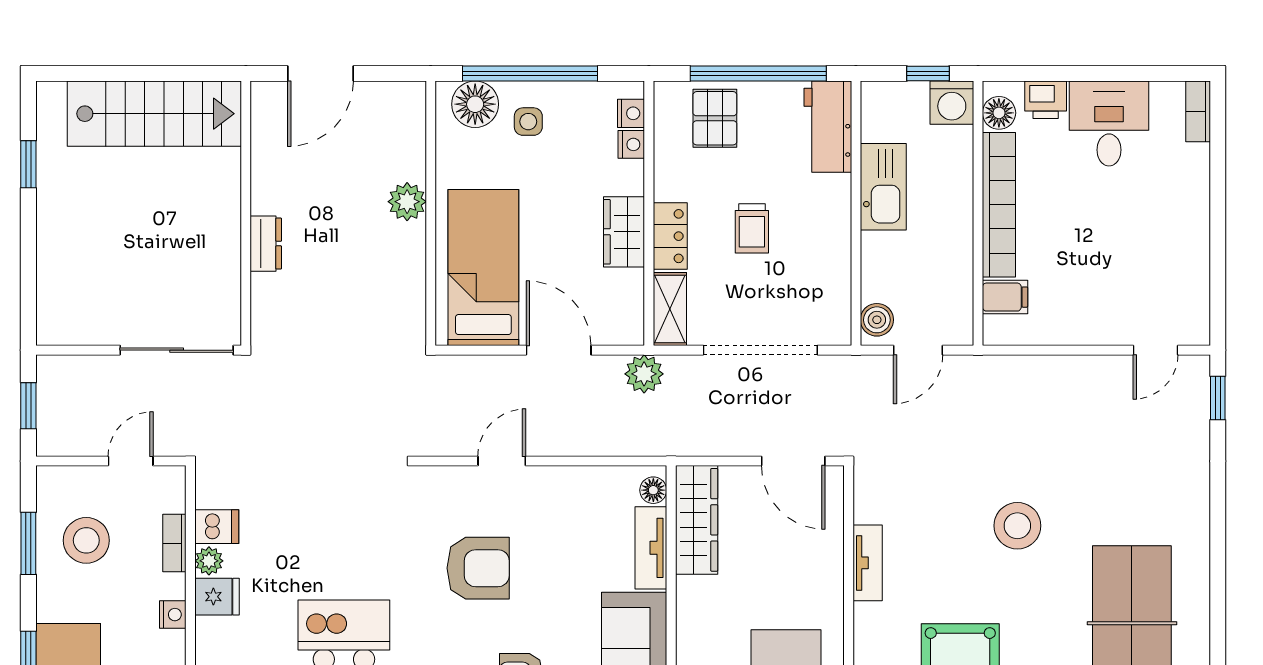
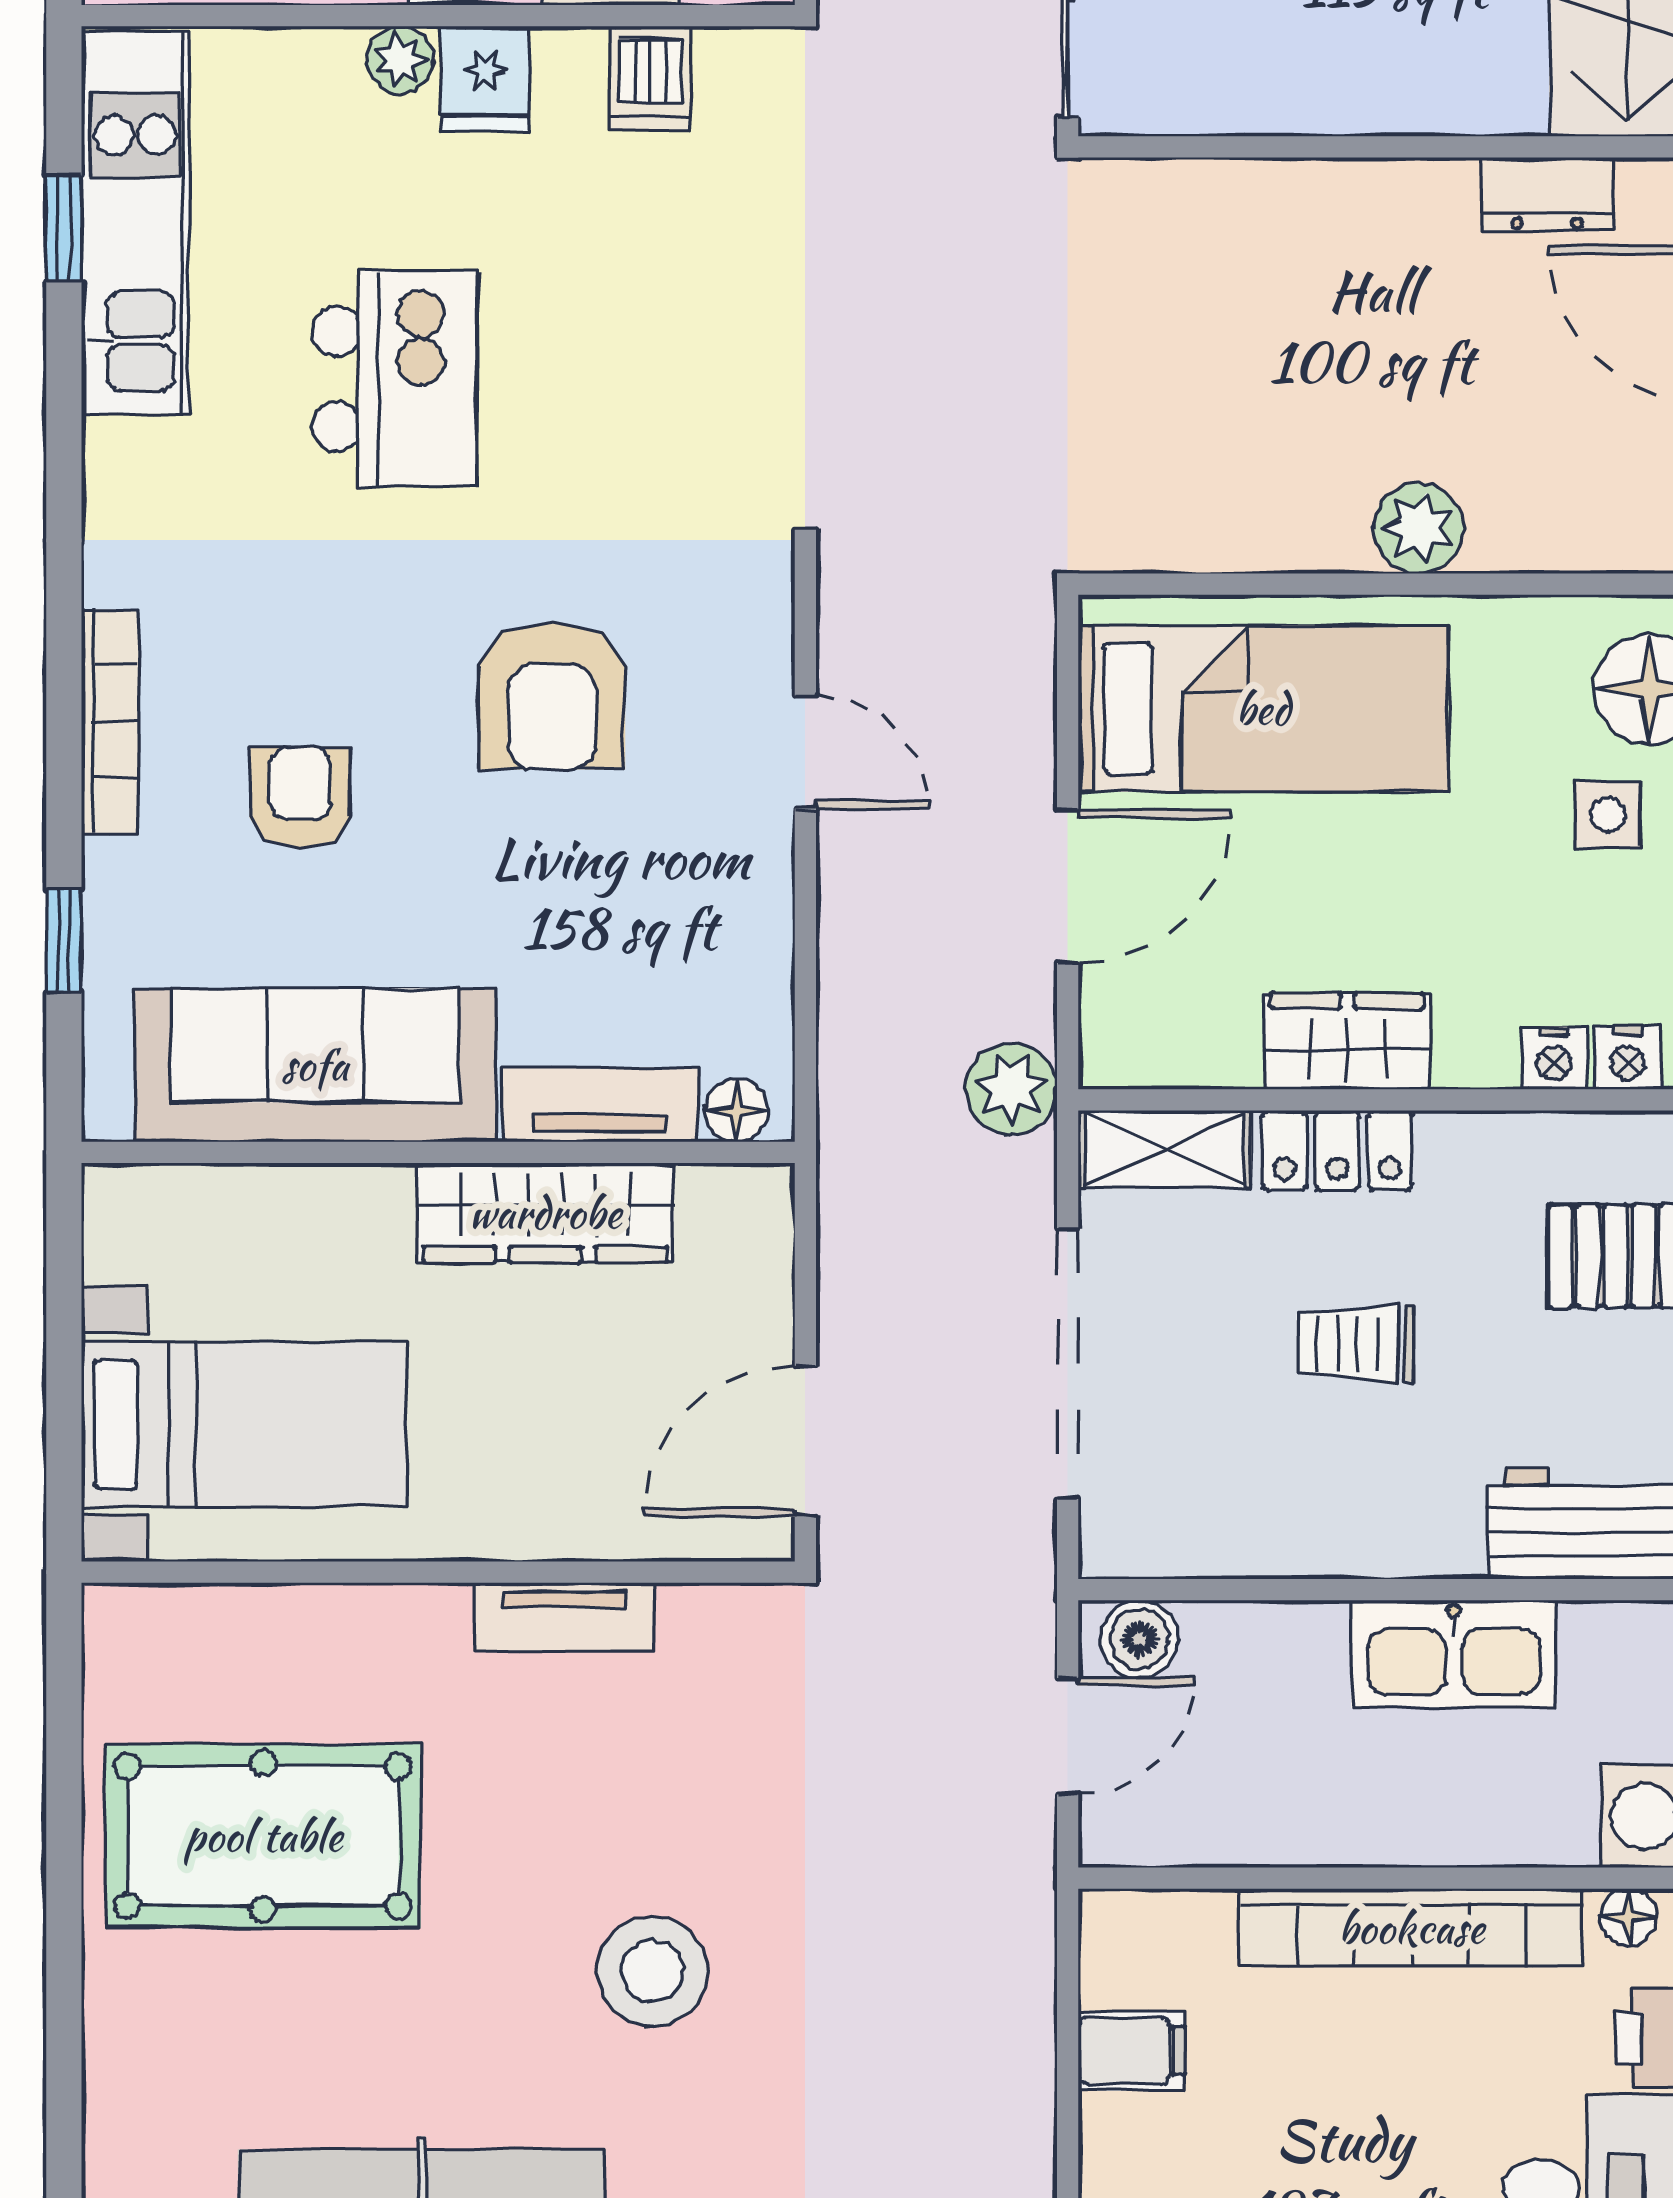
floor lamp: (999, 113) -> (1629, 1917), width x0.73, depth x0.73
dresser: (266, 244) -> (1547, 194), moved
filing cabinet: (1005, 297) -> (1131, 2051), moved, turned -90
door: (918, 350) -> (1068, 1736), swing flipped
wardrobe: (697, 520) -> (545, 1213), moved
plant: (209, 561) -> (400, 60), moved

